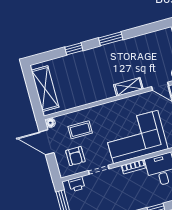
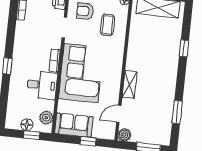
window: (111, 39) -> (177, 112), moved

